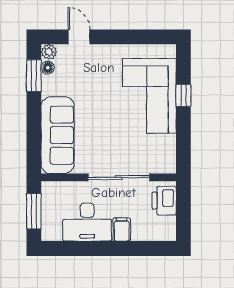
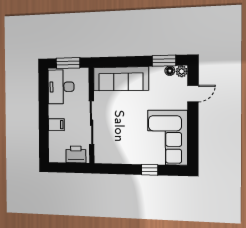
corner sofa: (149, 96) -> (167, 138), moved, turned -90
desk: (87, 222) -> (61, 87), moved

